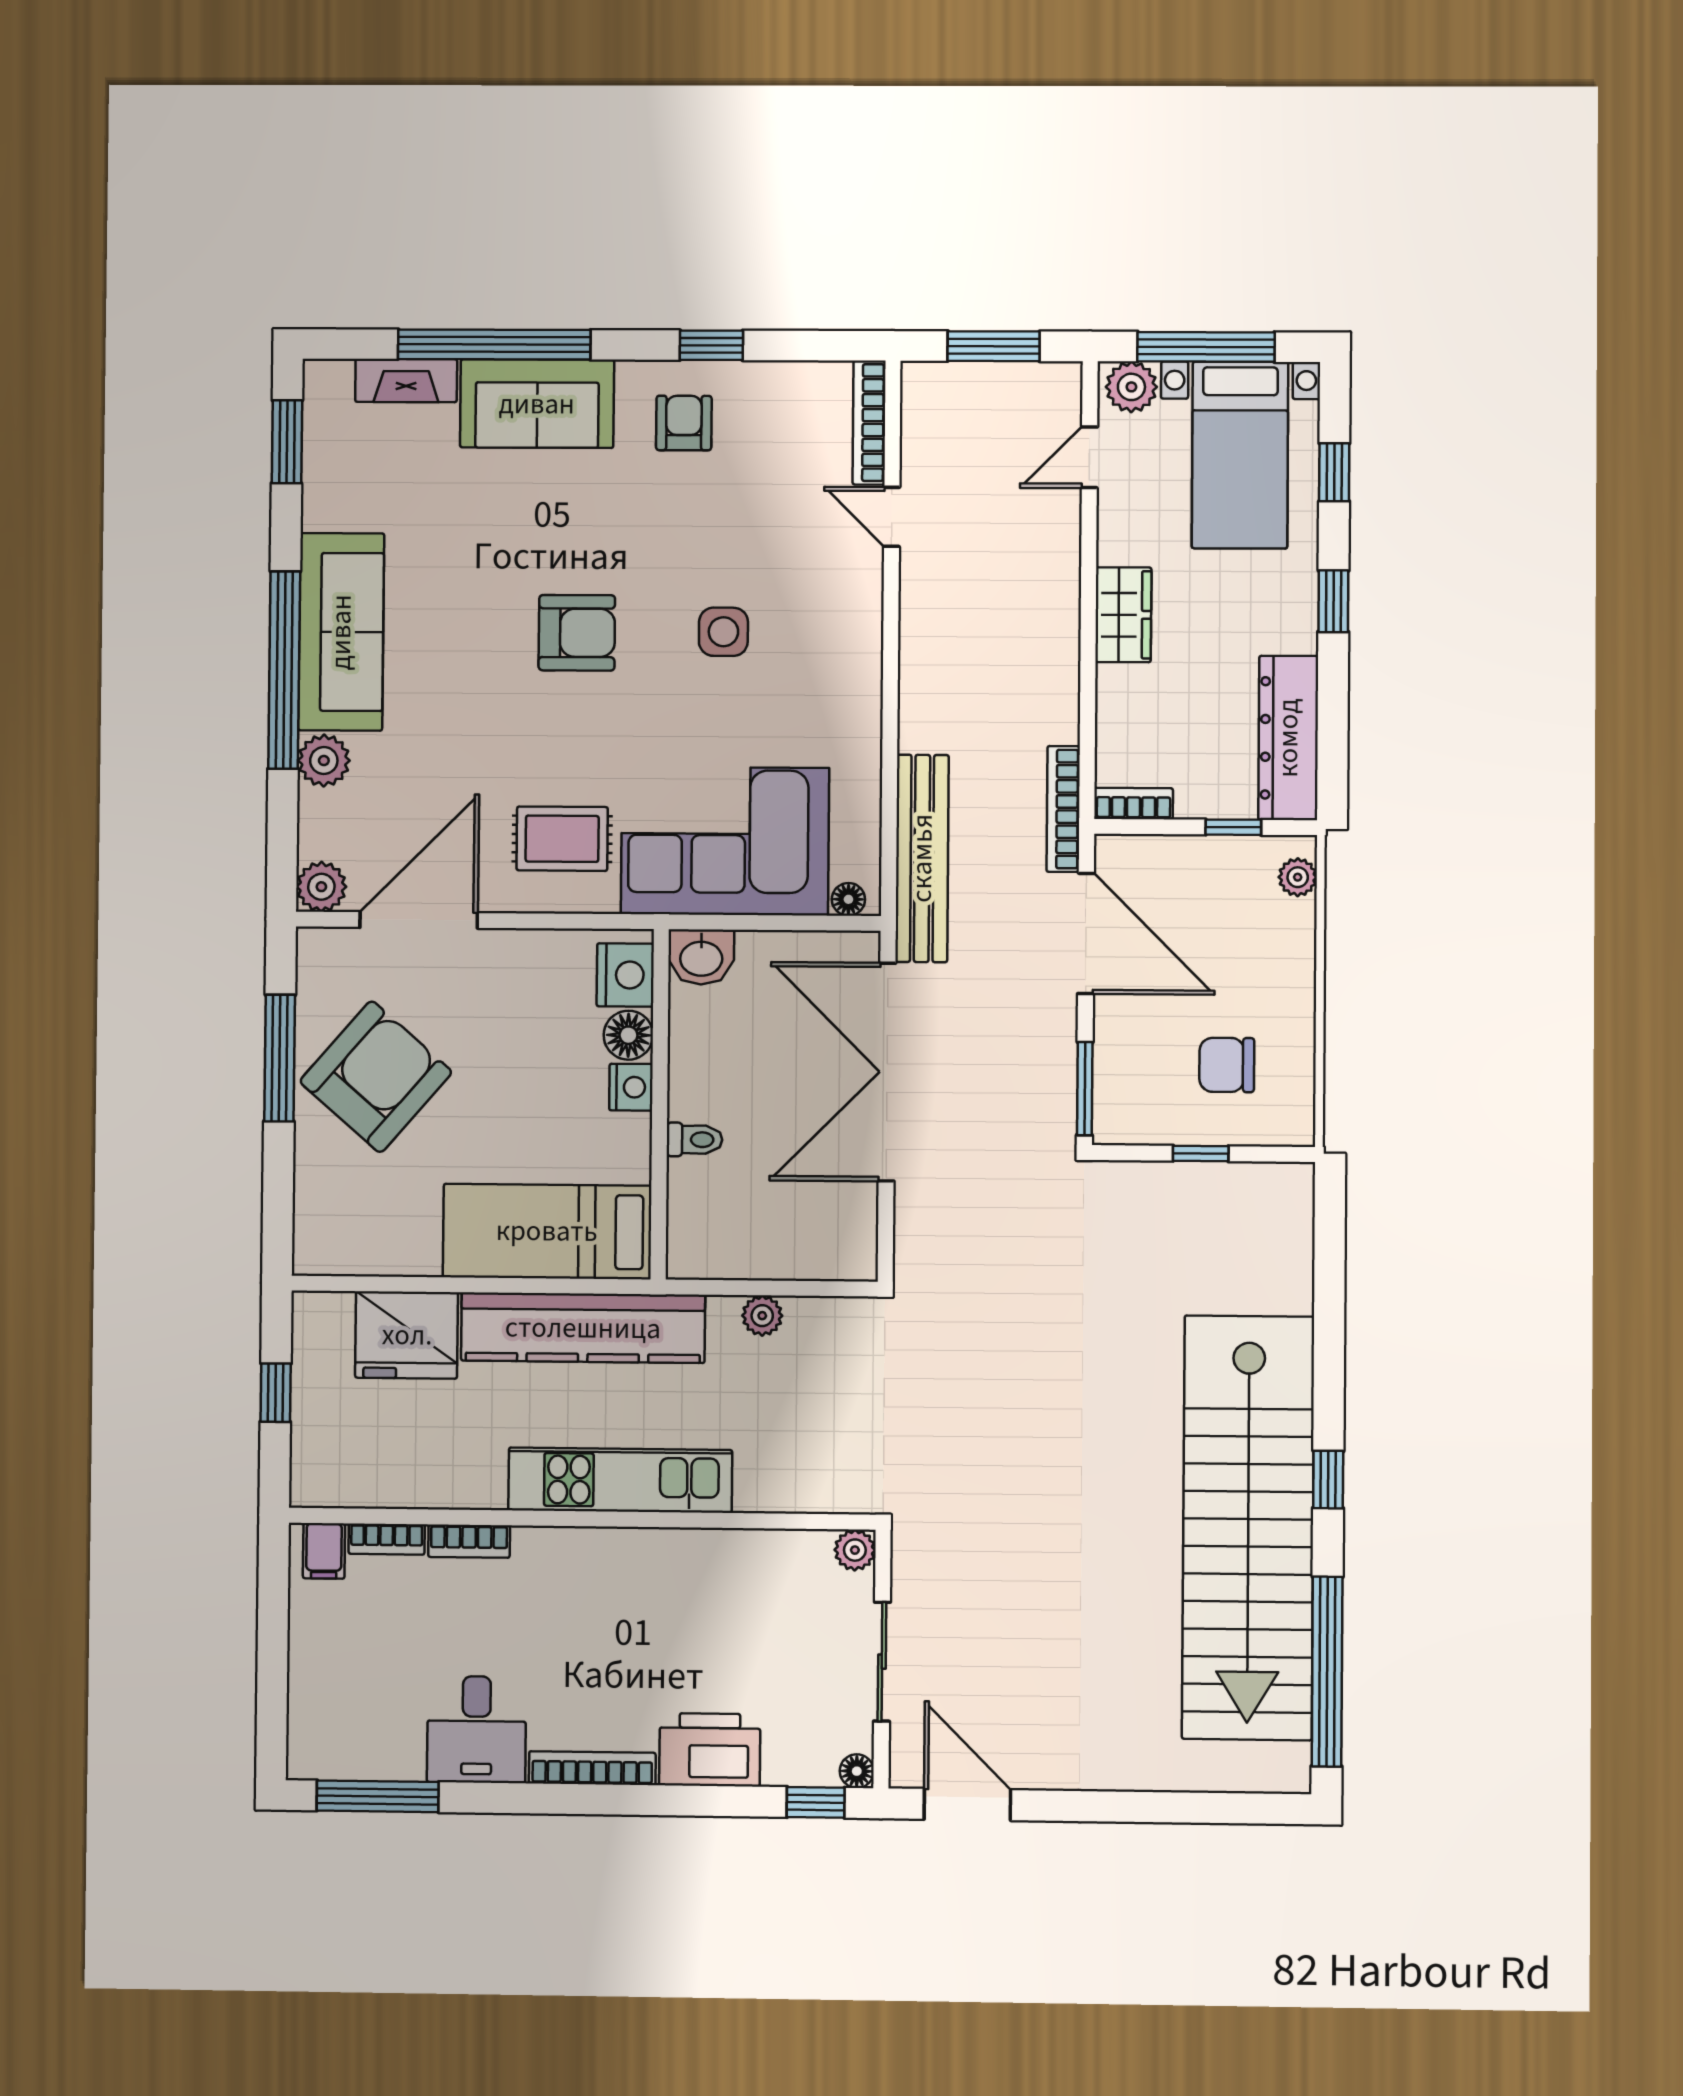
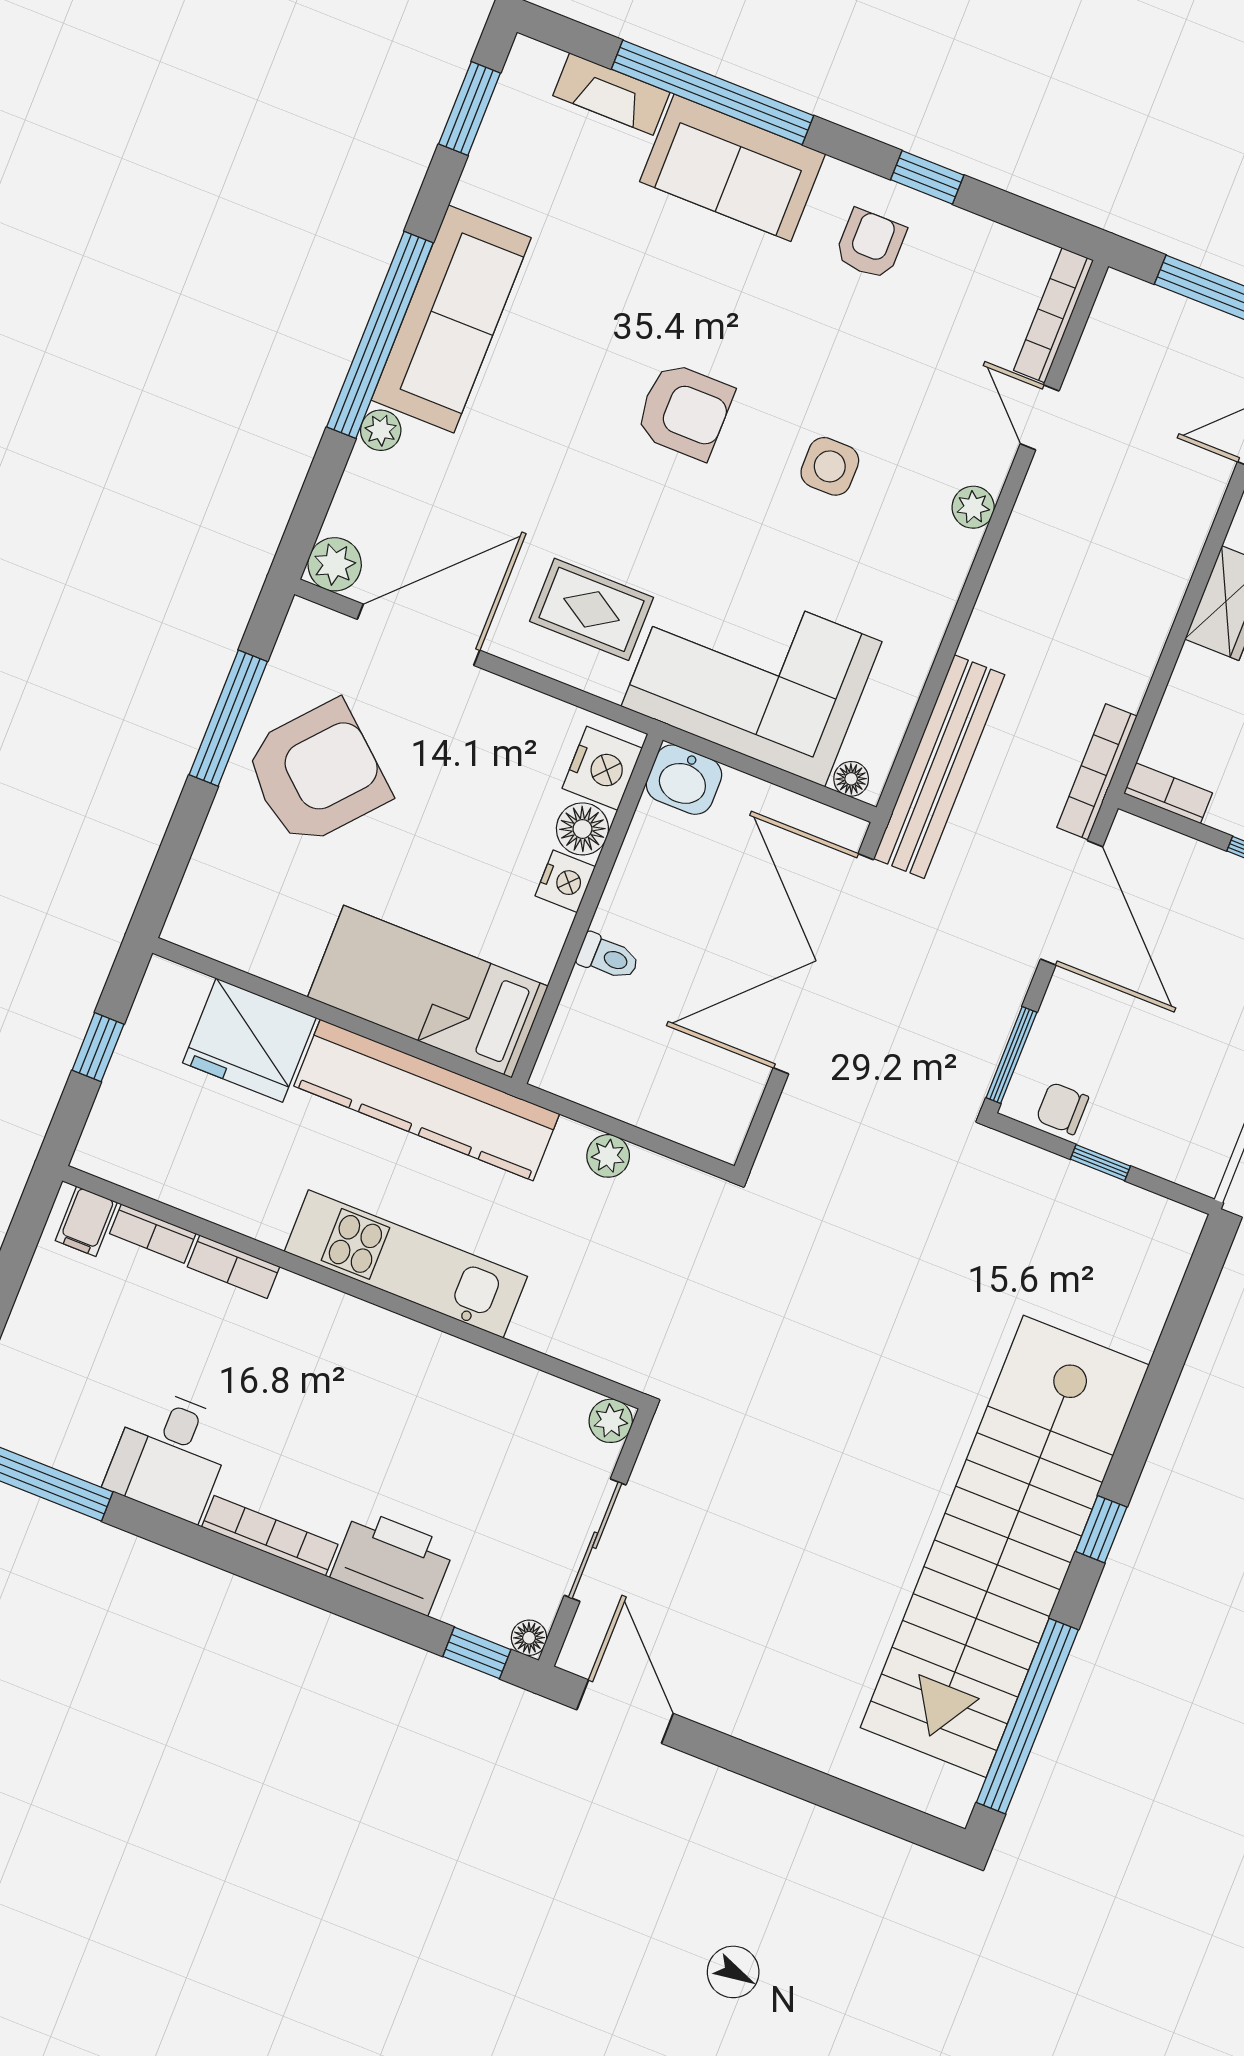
plant: (864, 619) -> (973, 507), added
plant: (324, 761) -> (381, 430), width x0.73, depth x0.73
chair: (1227, 1065) -> (1062, 1108), moved, width x0.73, depth x0.73

